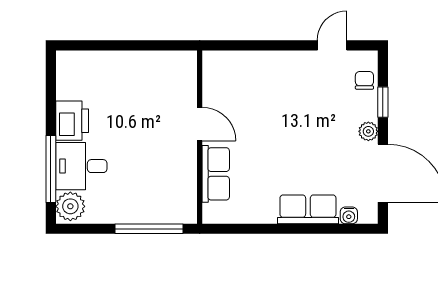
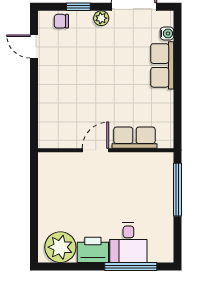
plant: (70, 206) -> (60, 247), moved, width x1.36, depth x1.36

